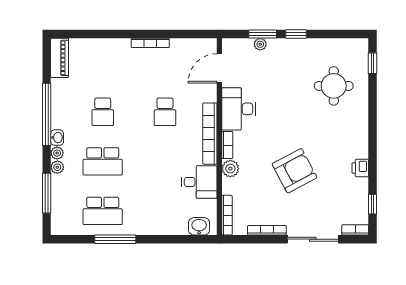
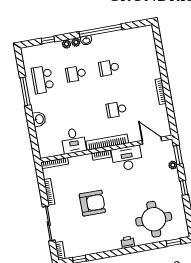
window: (263, 34) -> (178, 155), moved
piano: (60, 58) -> (140, 33), removed
round table: (334, 86) -> (154, 219), width x1.36, depth x1.36
school desk: (103, 161) -> (76, 74), width x0.54
printer: (360, 168) -> (128, 242), moved
plant: (230, 169) -> (86, 160), removed
armchair: (295, 171) -> (92, 203), turned -62
window: (47, 193) -> (48, 40), width x0.46
washbasin: (199, 226) -> (39, 119), moved

